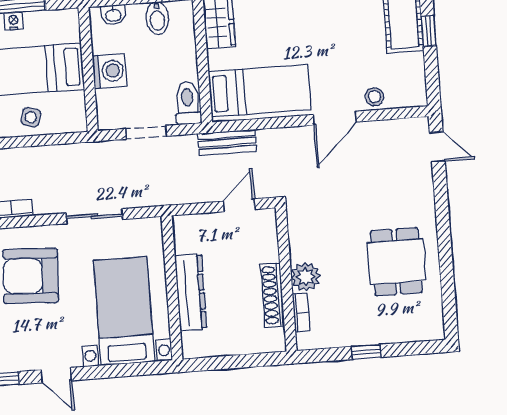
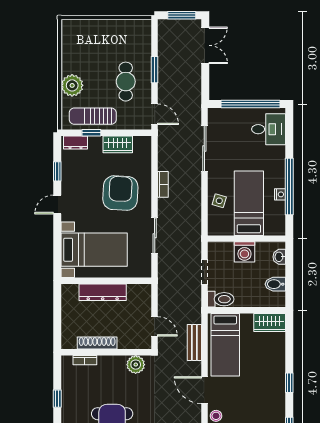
bench: (227, 142) -> (194, 342), moved
plant: (306, 277) -> (136, 365), moved

